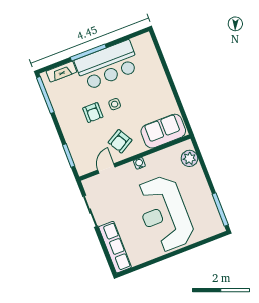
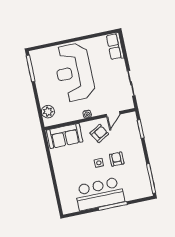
fireplace: (61, 72) -> (136, 194), removed
reception desk: (164, 214) -> (74, 72), turned 180
row of seats: (115, 247) -> (115, 46), width x0.68

